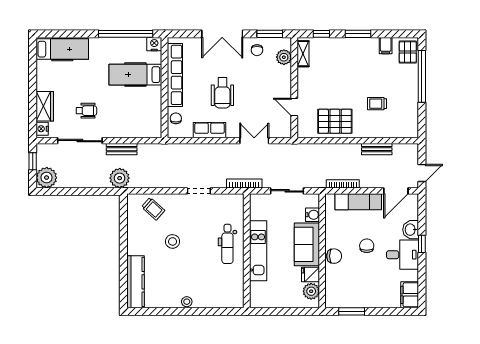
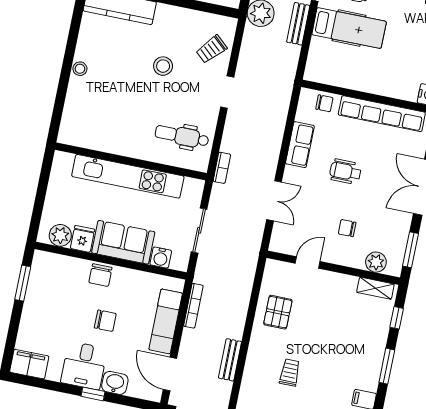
chair: (257, 50) -> (347, 228), moved
hospital bed: (135, 75) -> (349, 28), moved, turned 90
wheelchair: (222, 93) -> (345, 172), width x0.73, depth x0.73
pallet: (335, 121) -> (278, 312), width x0.67, depth x0.71
bookcase: (244, 183) -> (222, 168), width x0.64
doorway: (199, 191) -> (227, 92), moved
dental chair: (227, 244) -> (182, 136), moved
kitchen unit: (258, 251) -> (128, 176), width x1.36

